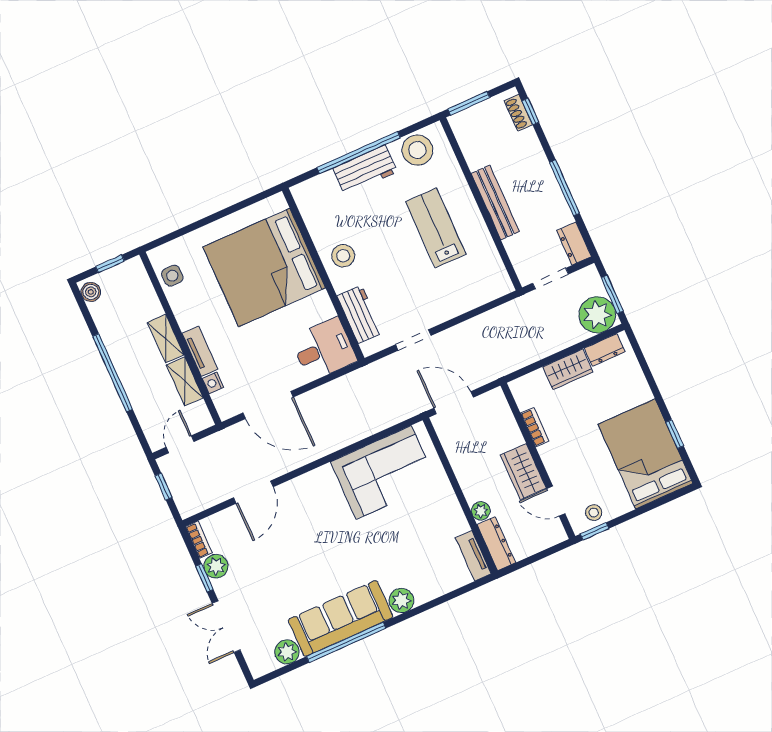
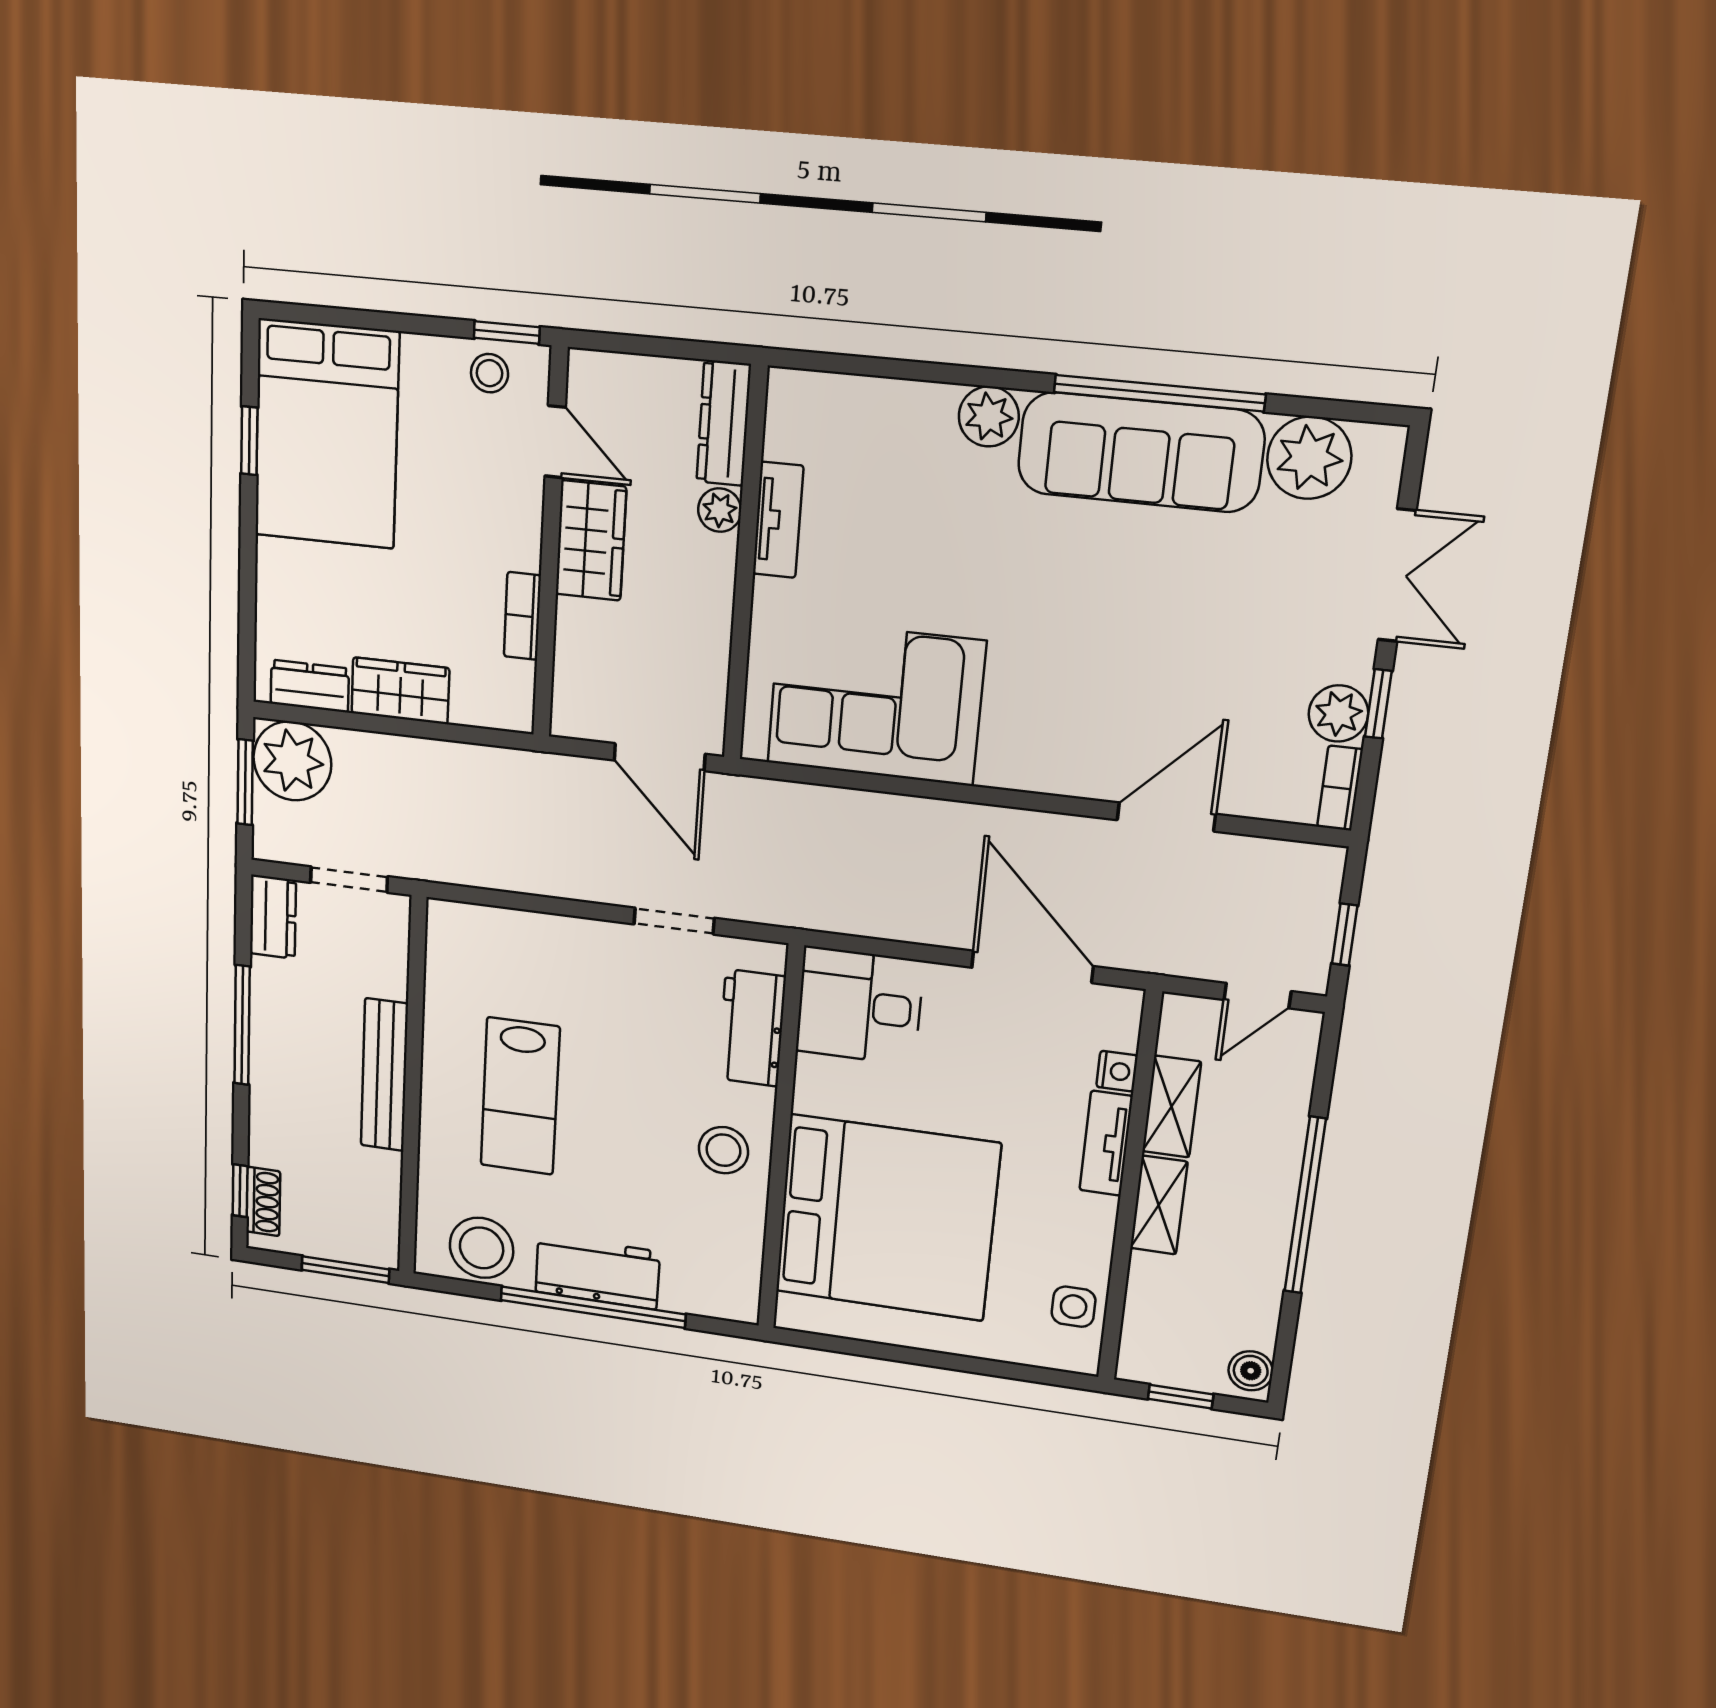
tv unit: (473, 556) -> (778, 520), moved
plant: (287, 652) -> (1309, 458), width x1.36, depth x1.36

